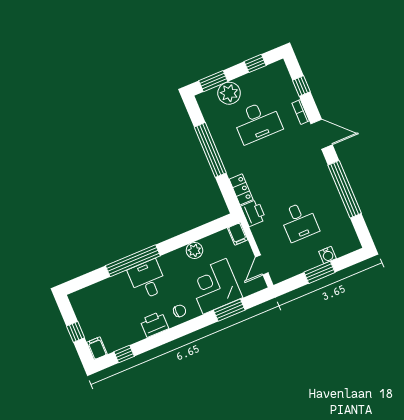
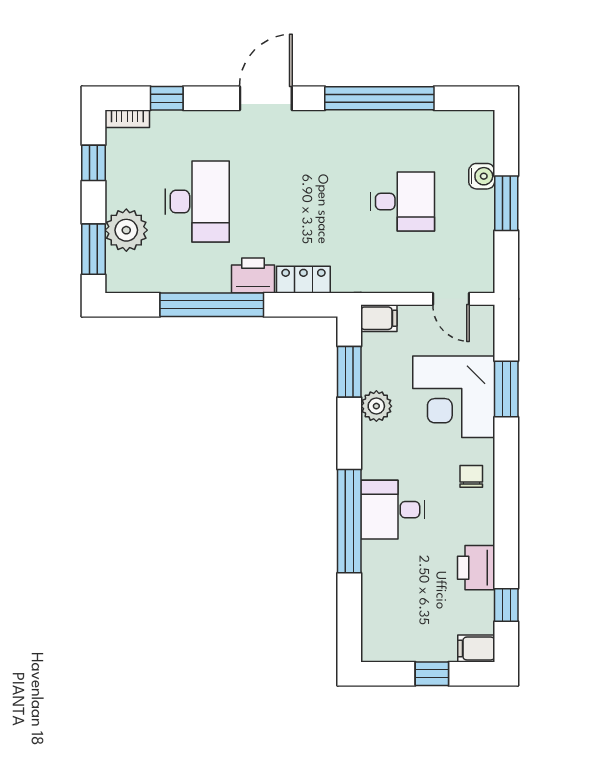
bookcase: (301, 112) -> (127, 119), moved
printer: (253, 213) -> (253, 275), moved
window: (206, 230) -> (349, 372), added
printer: (154, 324) -> (476, 568), moved

